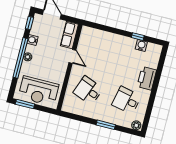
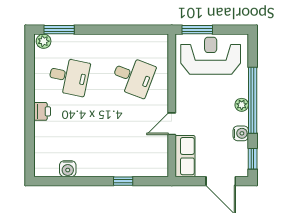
window: (138, 37) -> (123, 181), moved
door: (72, 56) -> (172, 124), hinge flipped
printer: (147, 78) -> (42, 111), width x0.53, depth x0.68
window: (25, 104) -> (197, 30), moved
window: (106, 125) -> (59, 30), moved

